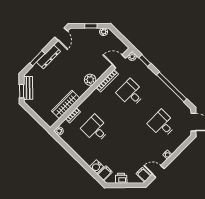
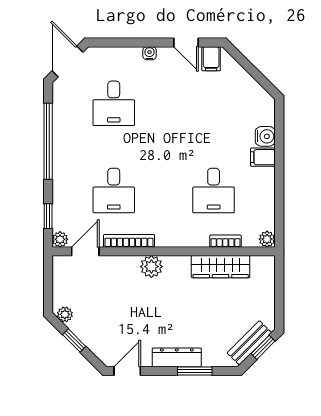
door: (119, 61) -> (85, 251), swing flipped
filing cabinet: (105, 173) -> (263, 157), moved
printer: (121, 178) -> (247, 85), removed

